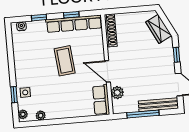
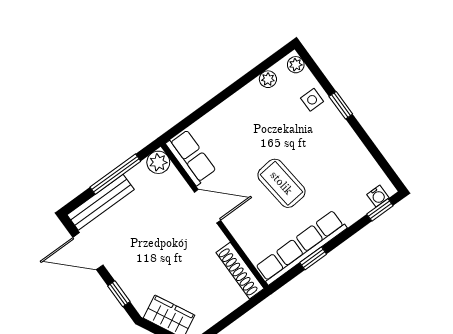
window: (39, 18) -> (380, 210), moved
plant: (117, 93) -> (158, 162), moved
window: (14, 95) -> (341, 105), moved

